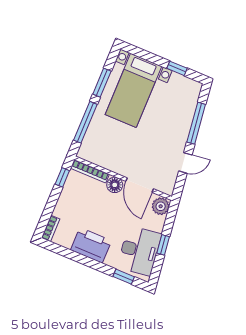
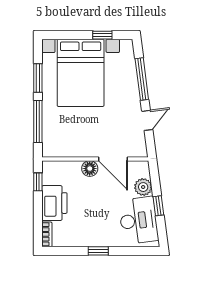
bed with nightstands: (133, 90) -> (81, 73), width x1.36
bookcase: (90, 171) -> (61, 166), removed
plant: (161, 206) -> (143, 187), moved
printer: (91, 245) -> (54, 203), moved, turned 90
window: (124, 277) -> (98, 251), moved

